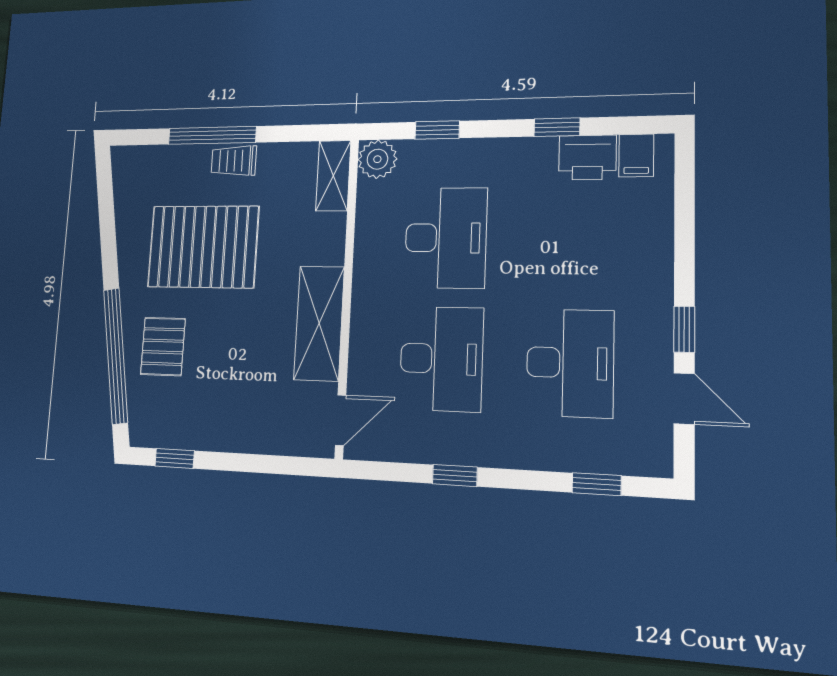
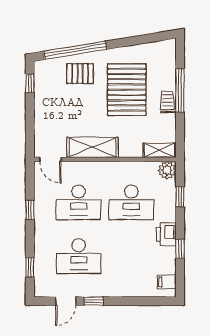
printer: (587, 157) -> (166, 234), moved

